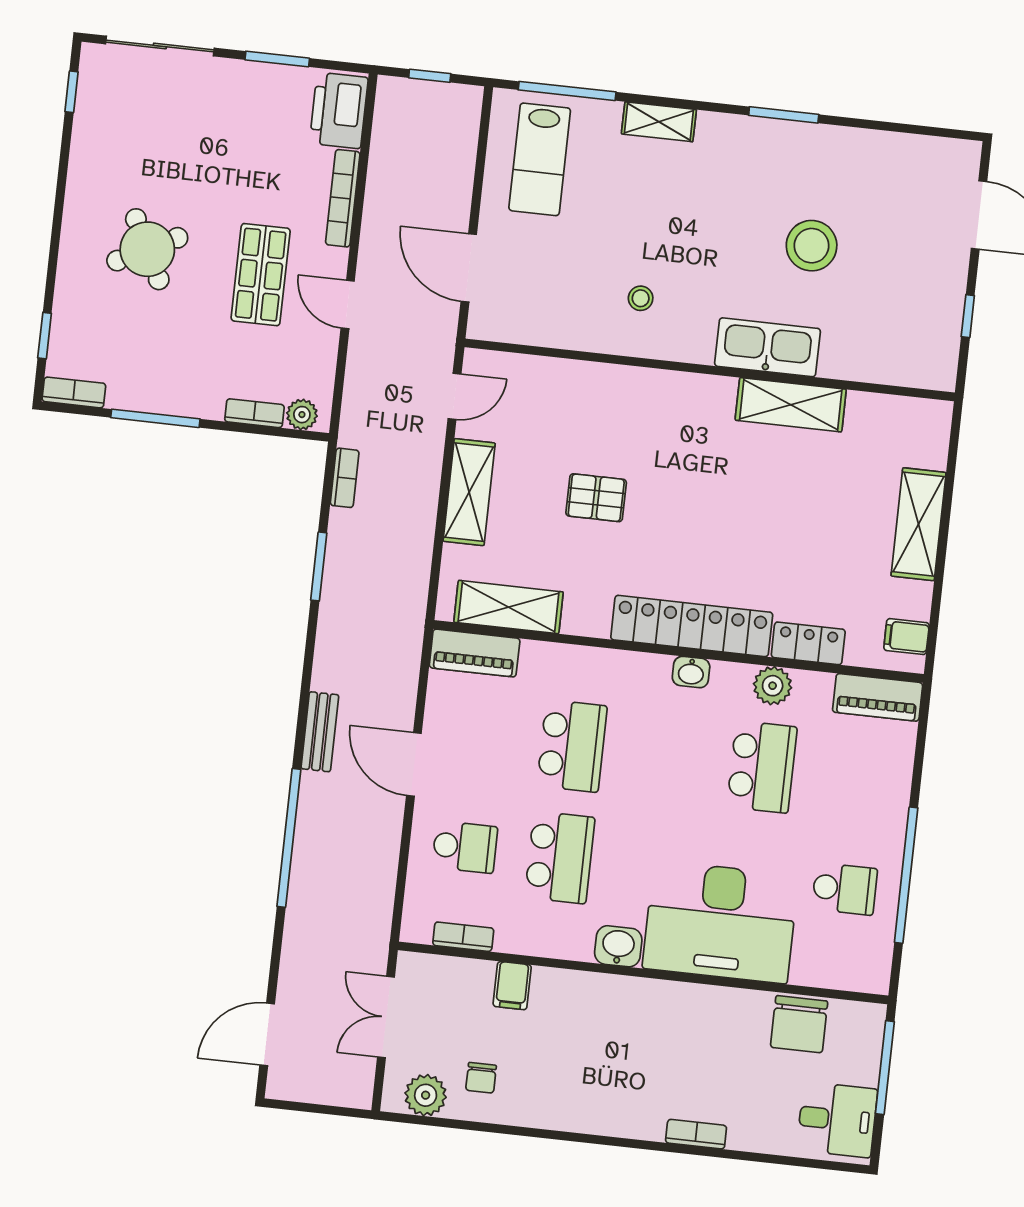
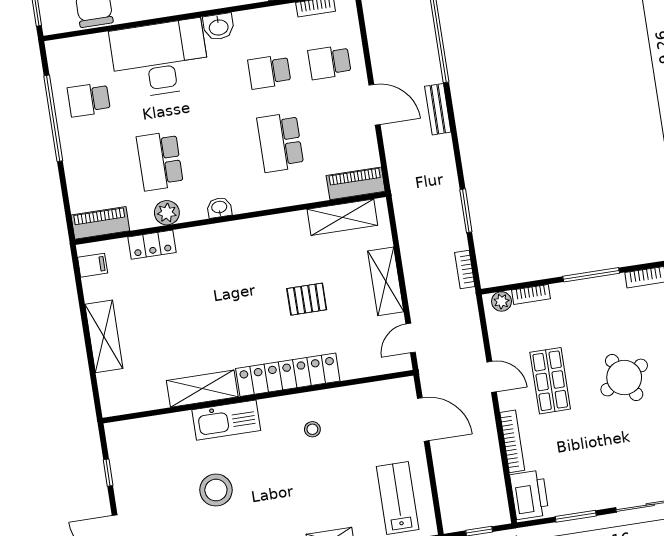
locker: (692, 626) -> (288, 375), moved, turned 180
school desk: (560, 857) -> (269, 72), width x0.54

